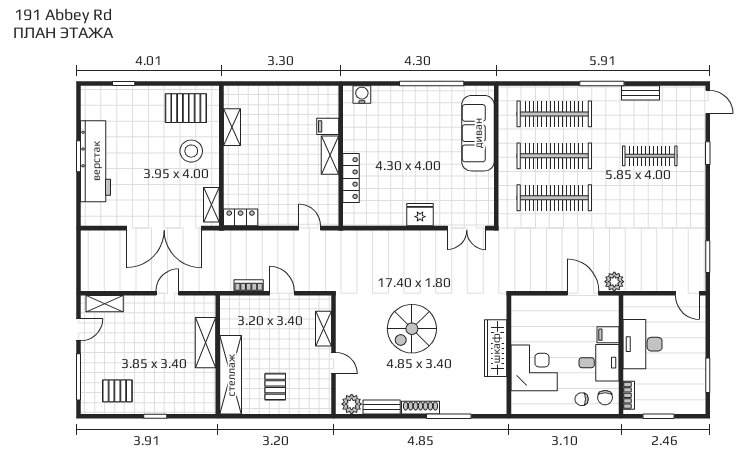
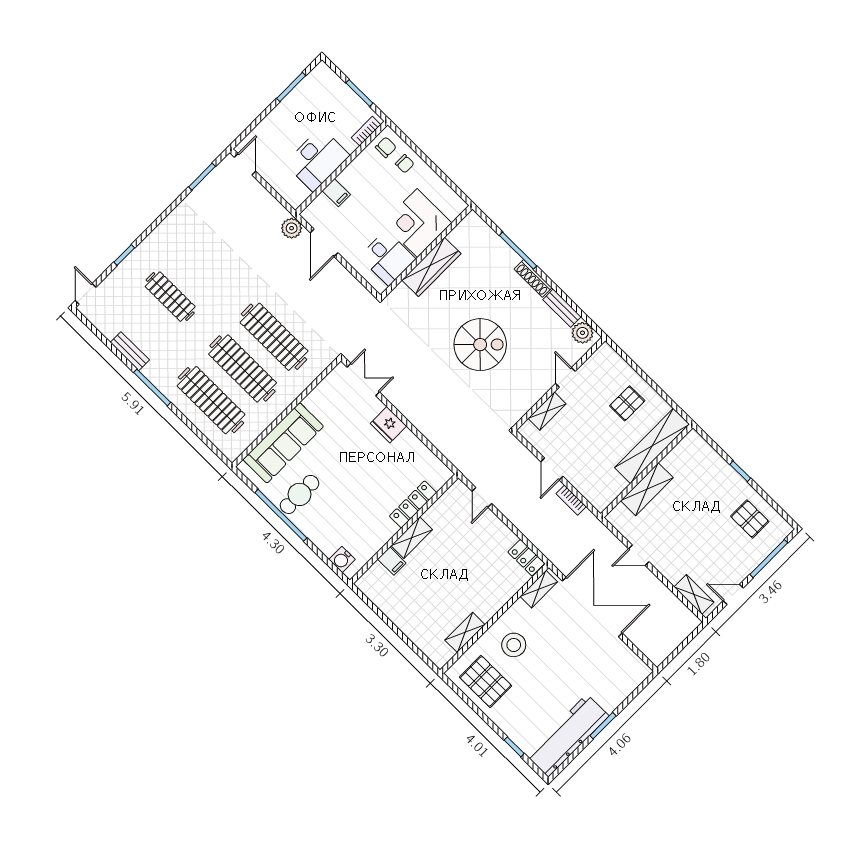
cafe table: (433, 110) -> (299, 494), added
workbench: (96, 161) -> (568, 736), moved
desk: (599, 363) -> (387, 258), moved, turned 180

